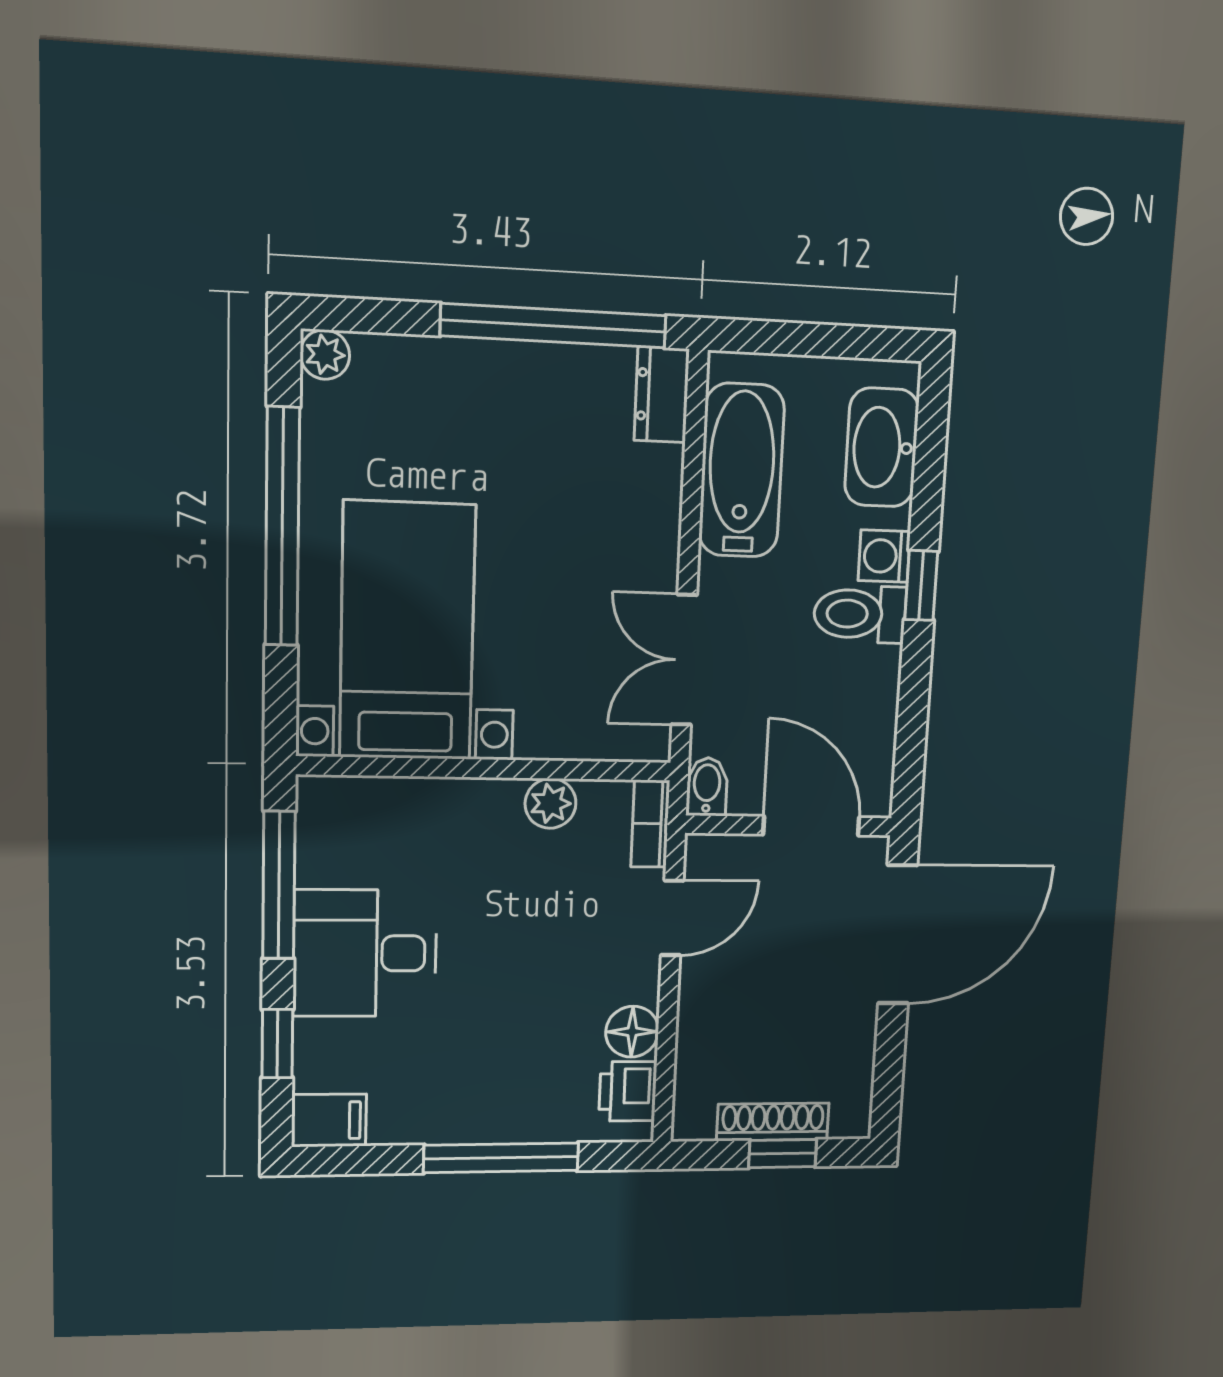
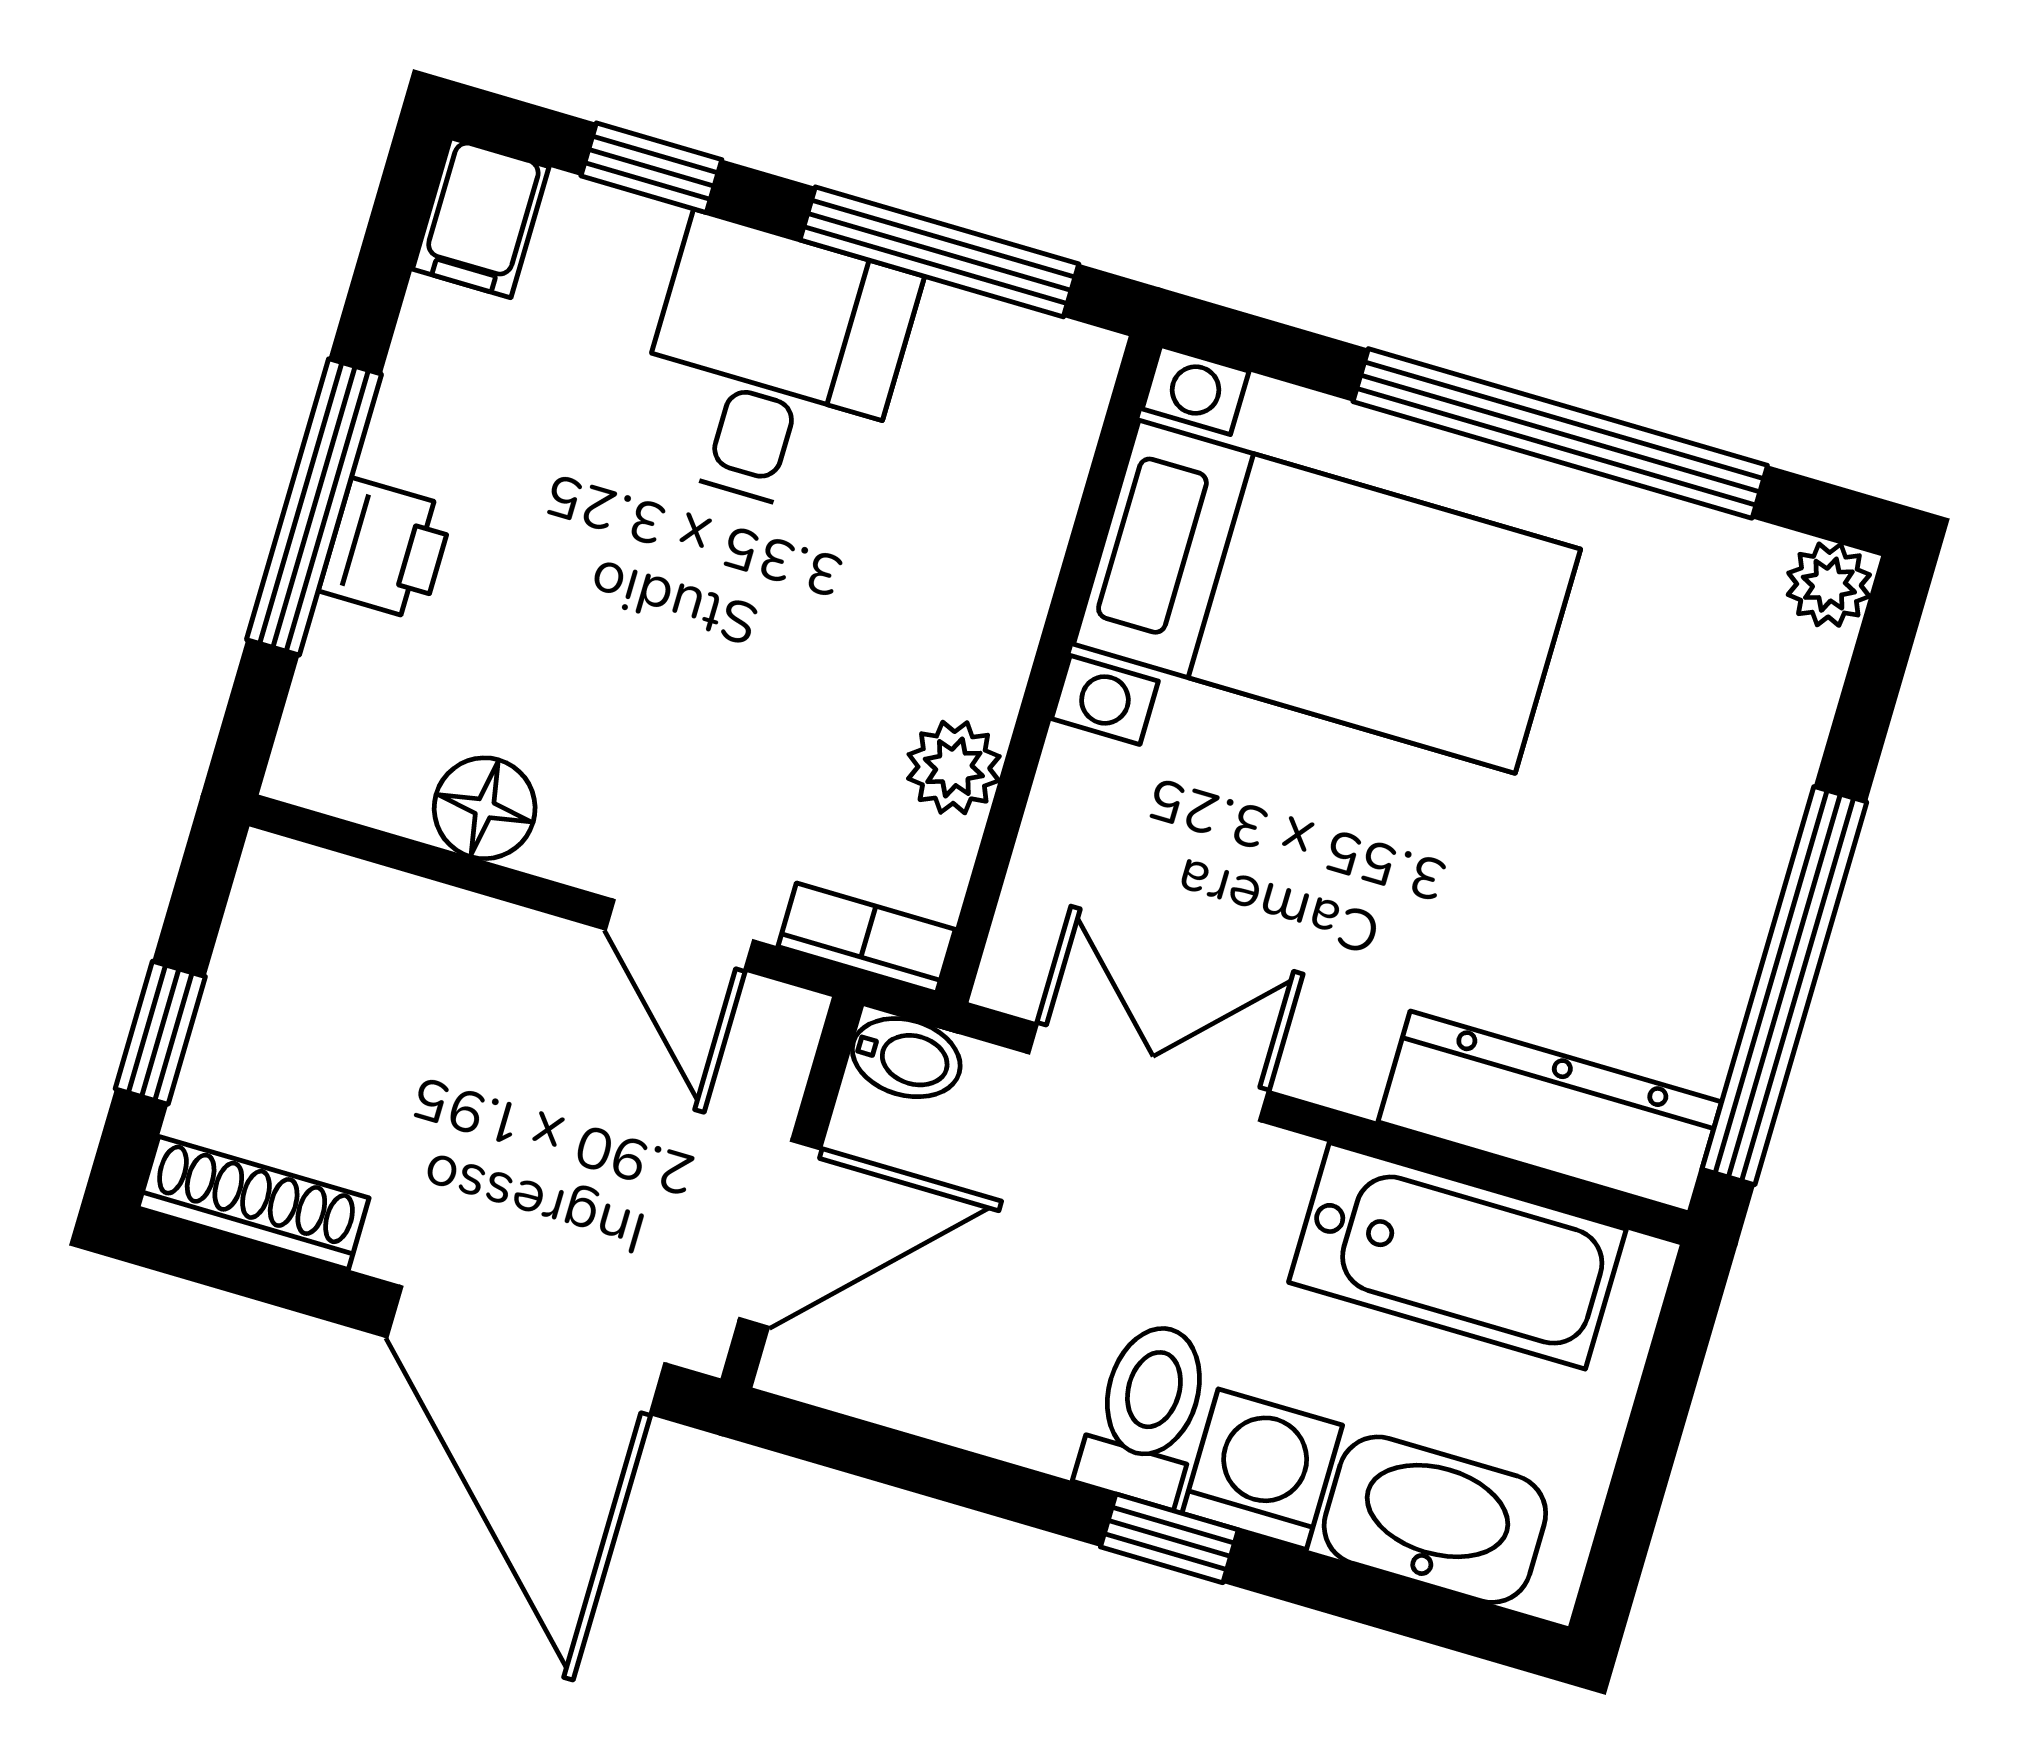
dresser: (662, 395) -> (1550, 1112), width x1.96, depth x1.24
washing machine: (884, 556) -> (1262, 1469), width x1.38, depth x1.38
printer: (628, 1091) -> (386, 549), moved, turned 90
shoe rack: (773, 1122) -> (253, 1203), moved, turned -90

